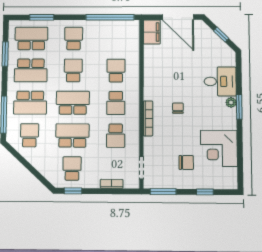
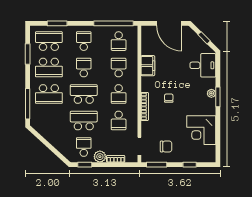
filing cabinet: (152, 32) -> (148, 66), moved
desk: (220, 81) -> (203, 65), moved
school desk: (29, 135) -> (119, 41), moved, turned 180
chair: (186, 162) -> (166, 147), moved
plant: (92, 181) -> (100, 157), added

